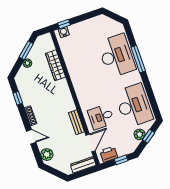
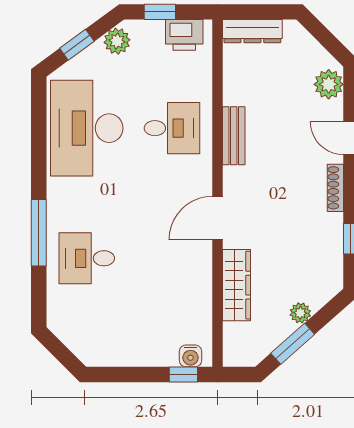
desk: (116, 56) -> (87, 258), width x0.53, depth x0.77
plant: (140, 134) -> (117, 41), moved
door: (91, 143) -> (218, 218), moved

